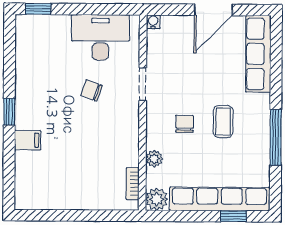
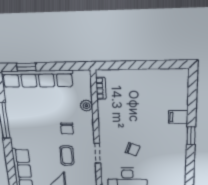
coffee table: (223, 121) -> (67, 156), moved
plant: (157, 199) -> (83, 78), removed

